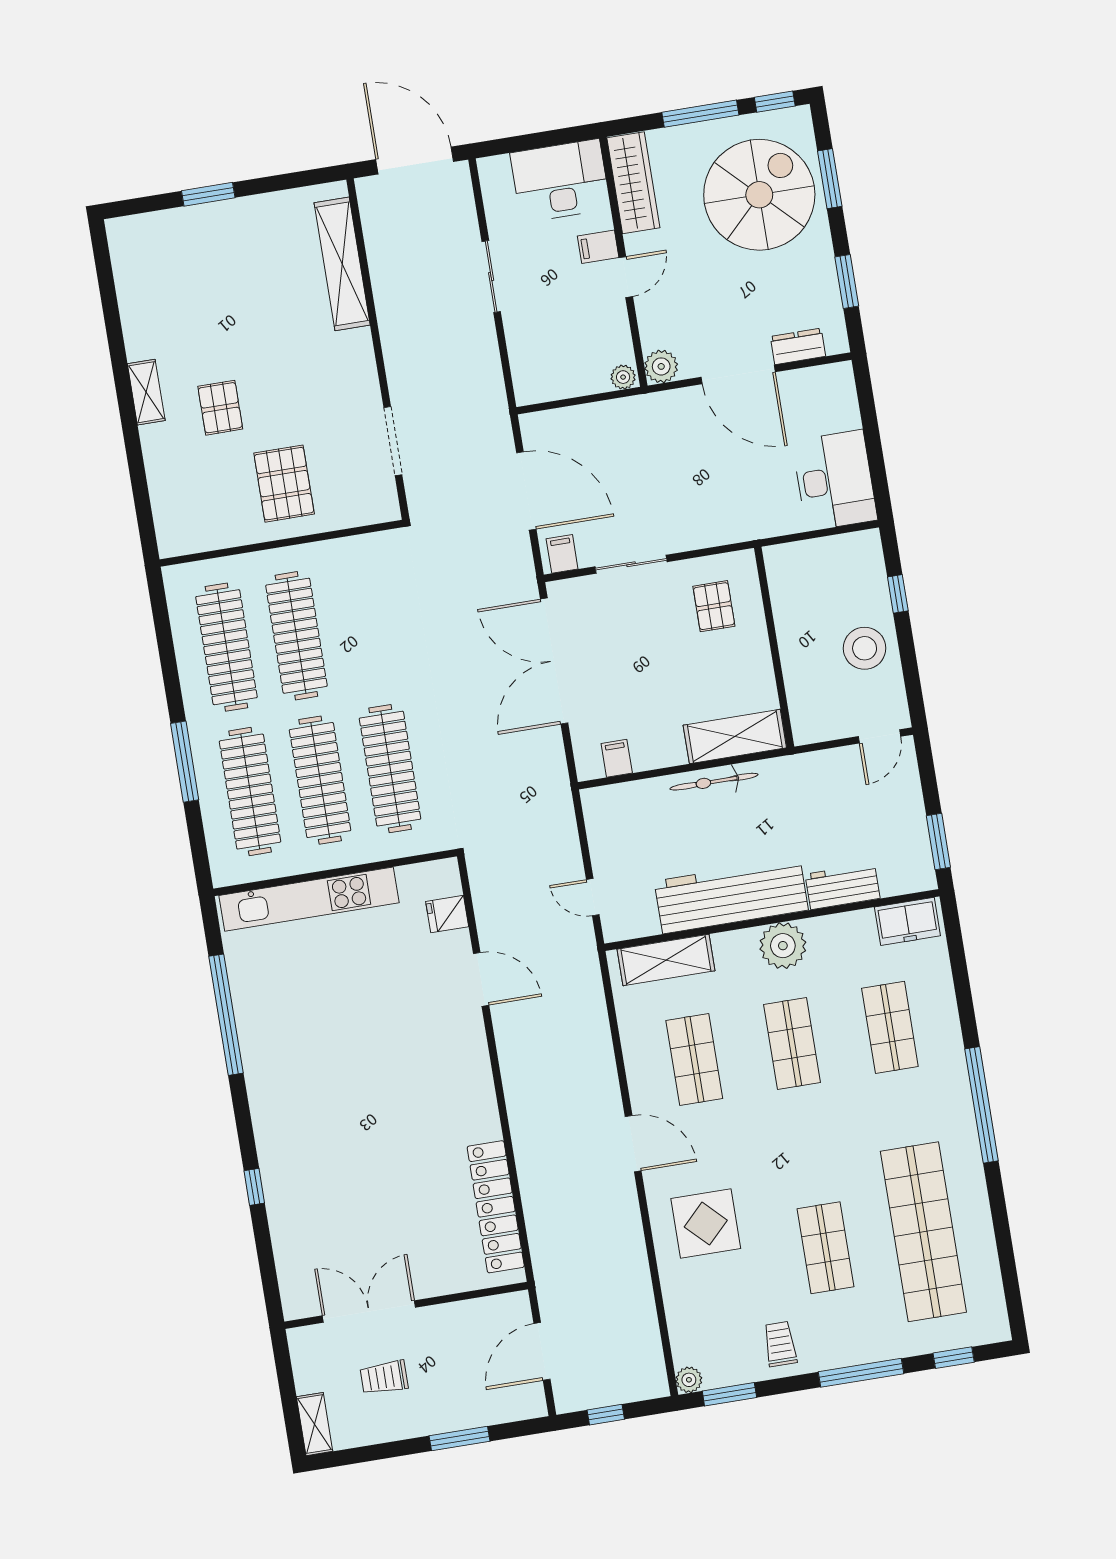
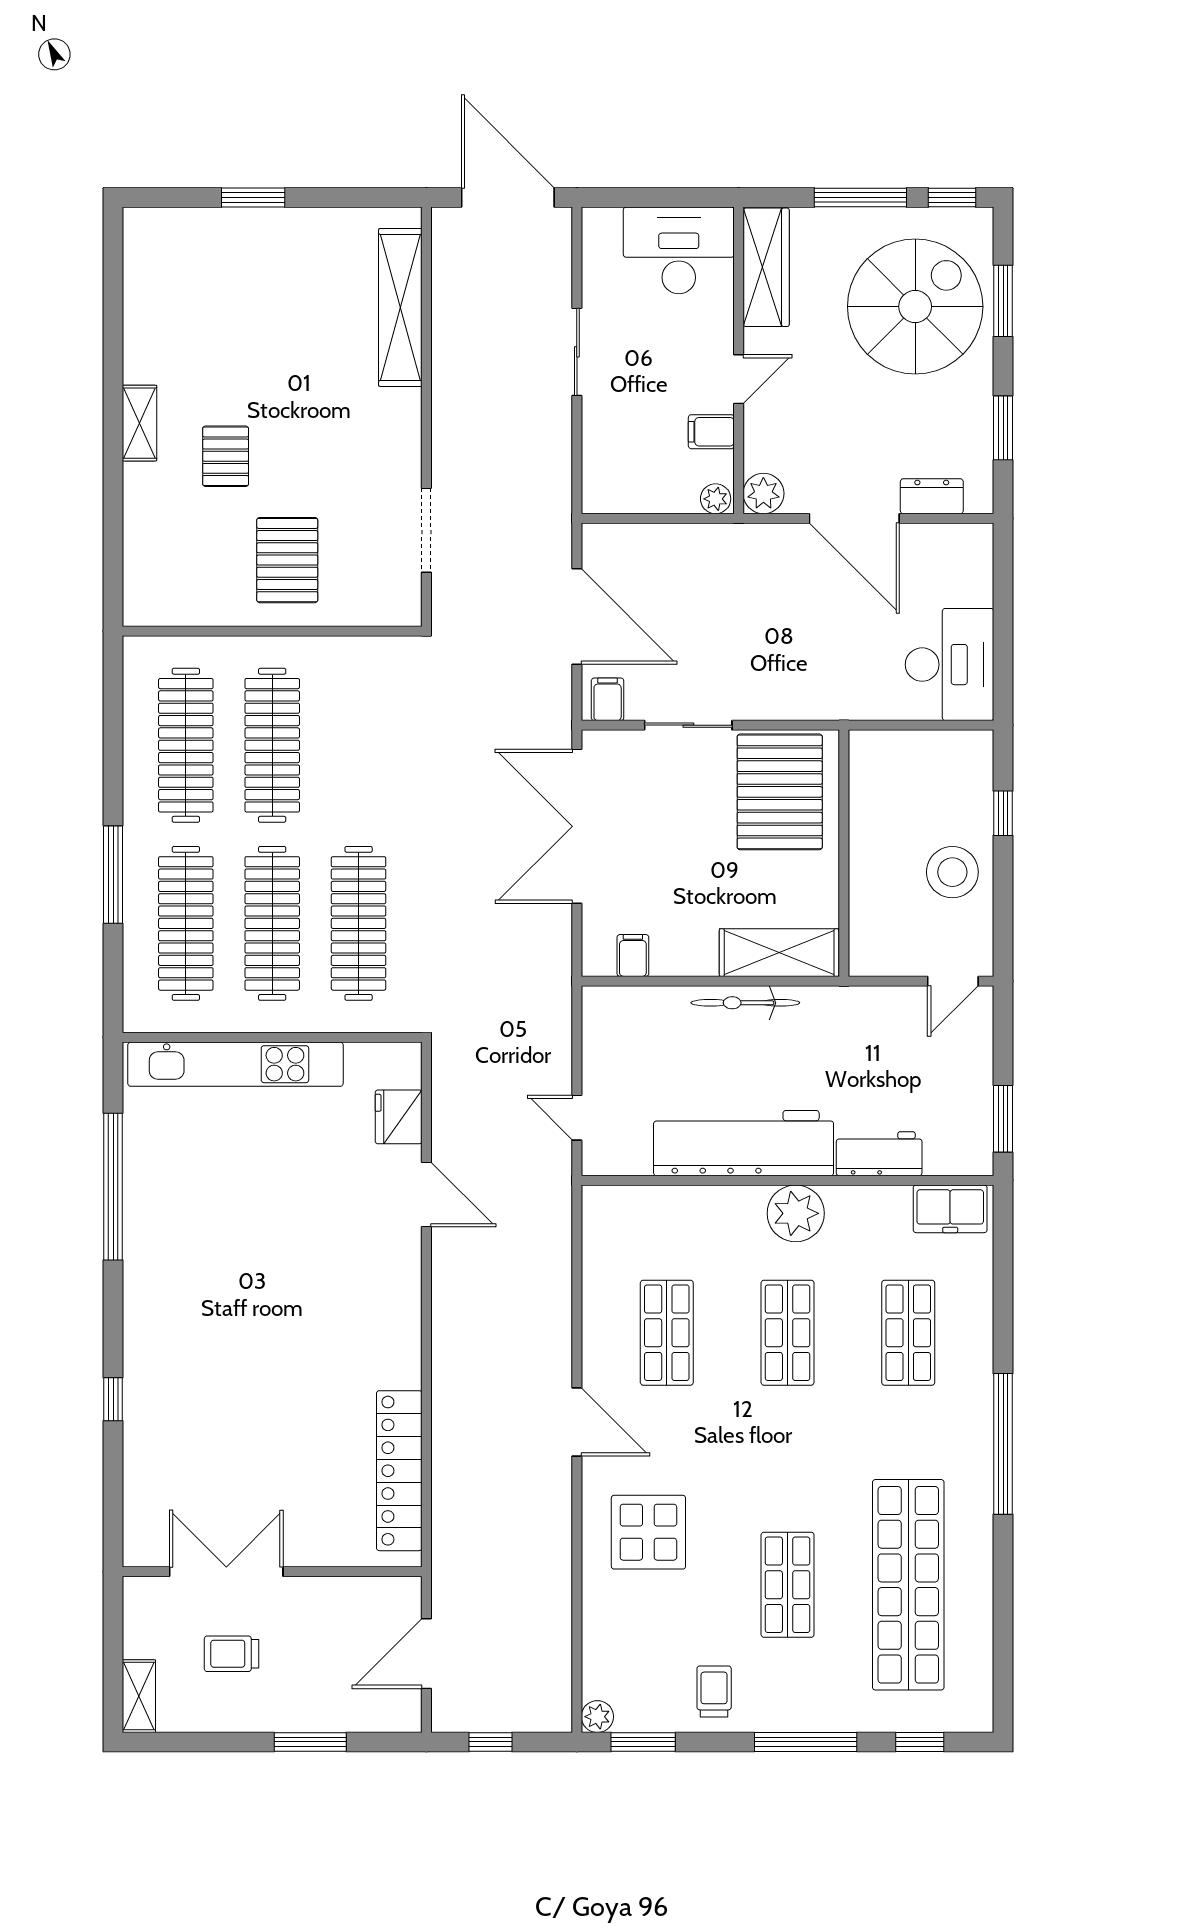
filing cabinet: (598, 247) -> (711, 432), moved
pallet: (714, 606) -> (780, 792), width x2.05, depth x2.00
fridge: (447, 914) -> (399, 1117), width x1.38
shelving: (666, 960) -> (652, 1208), removed

